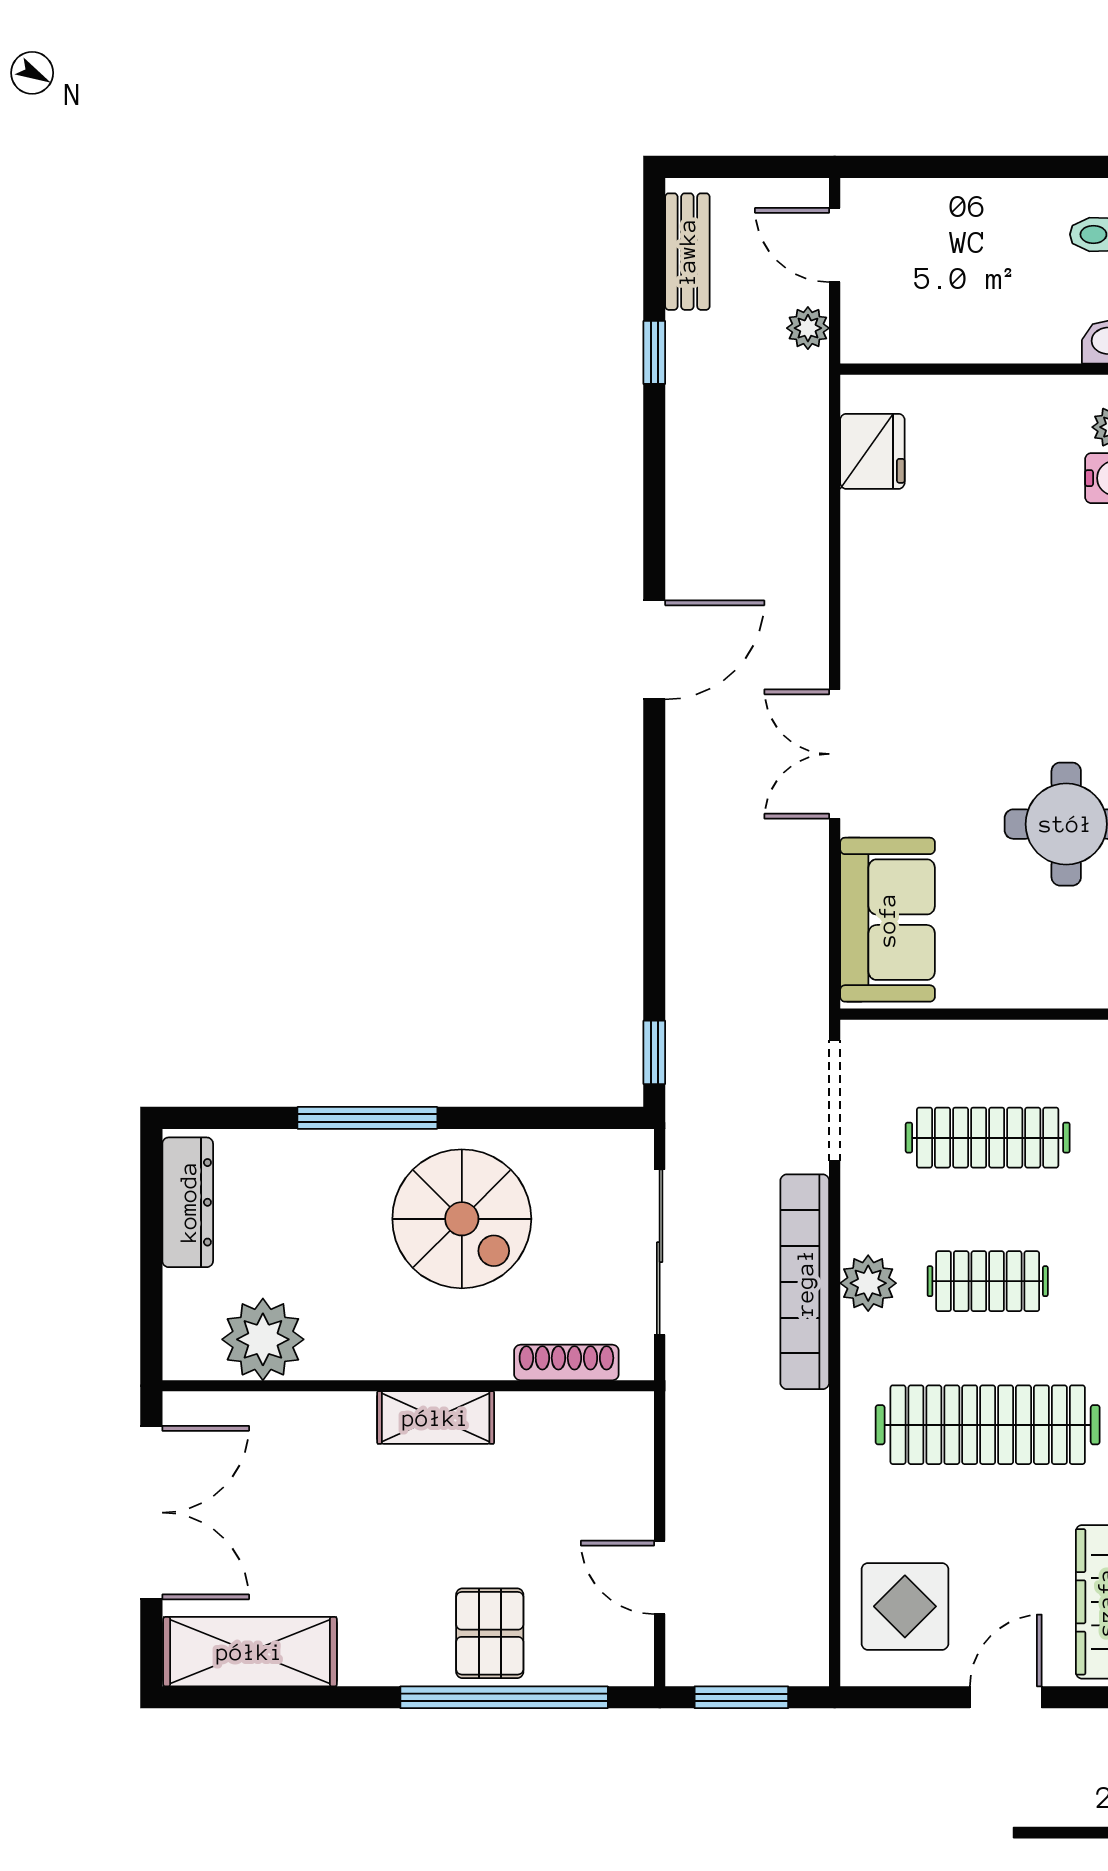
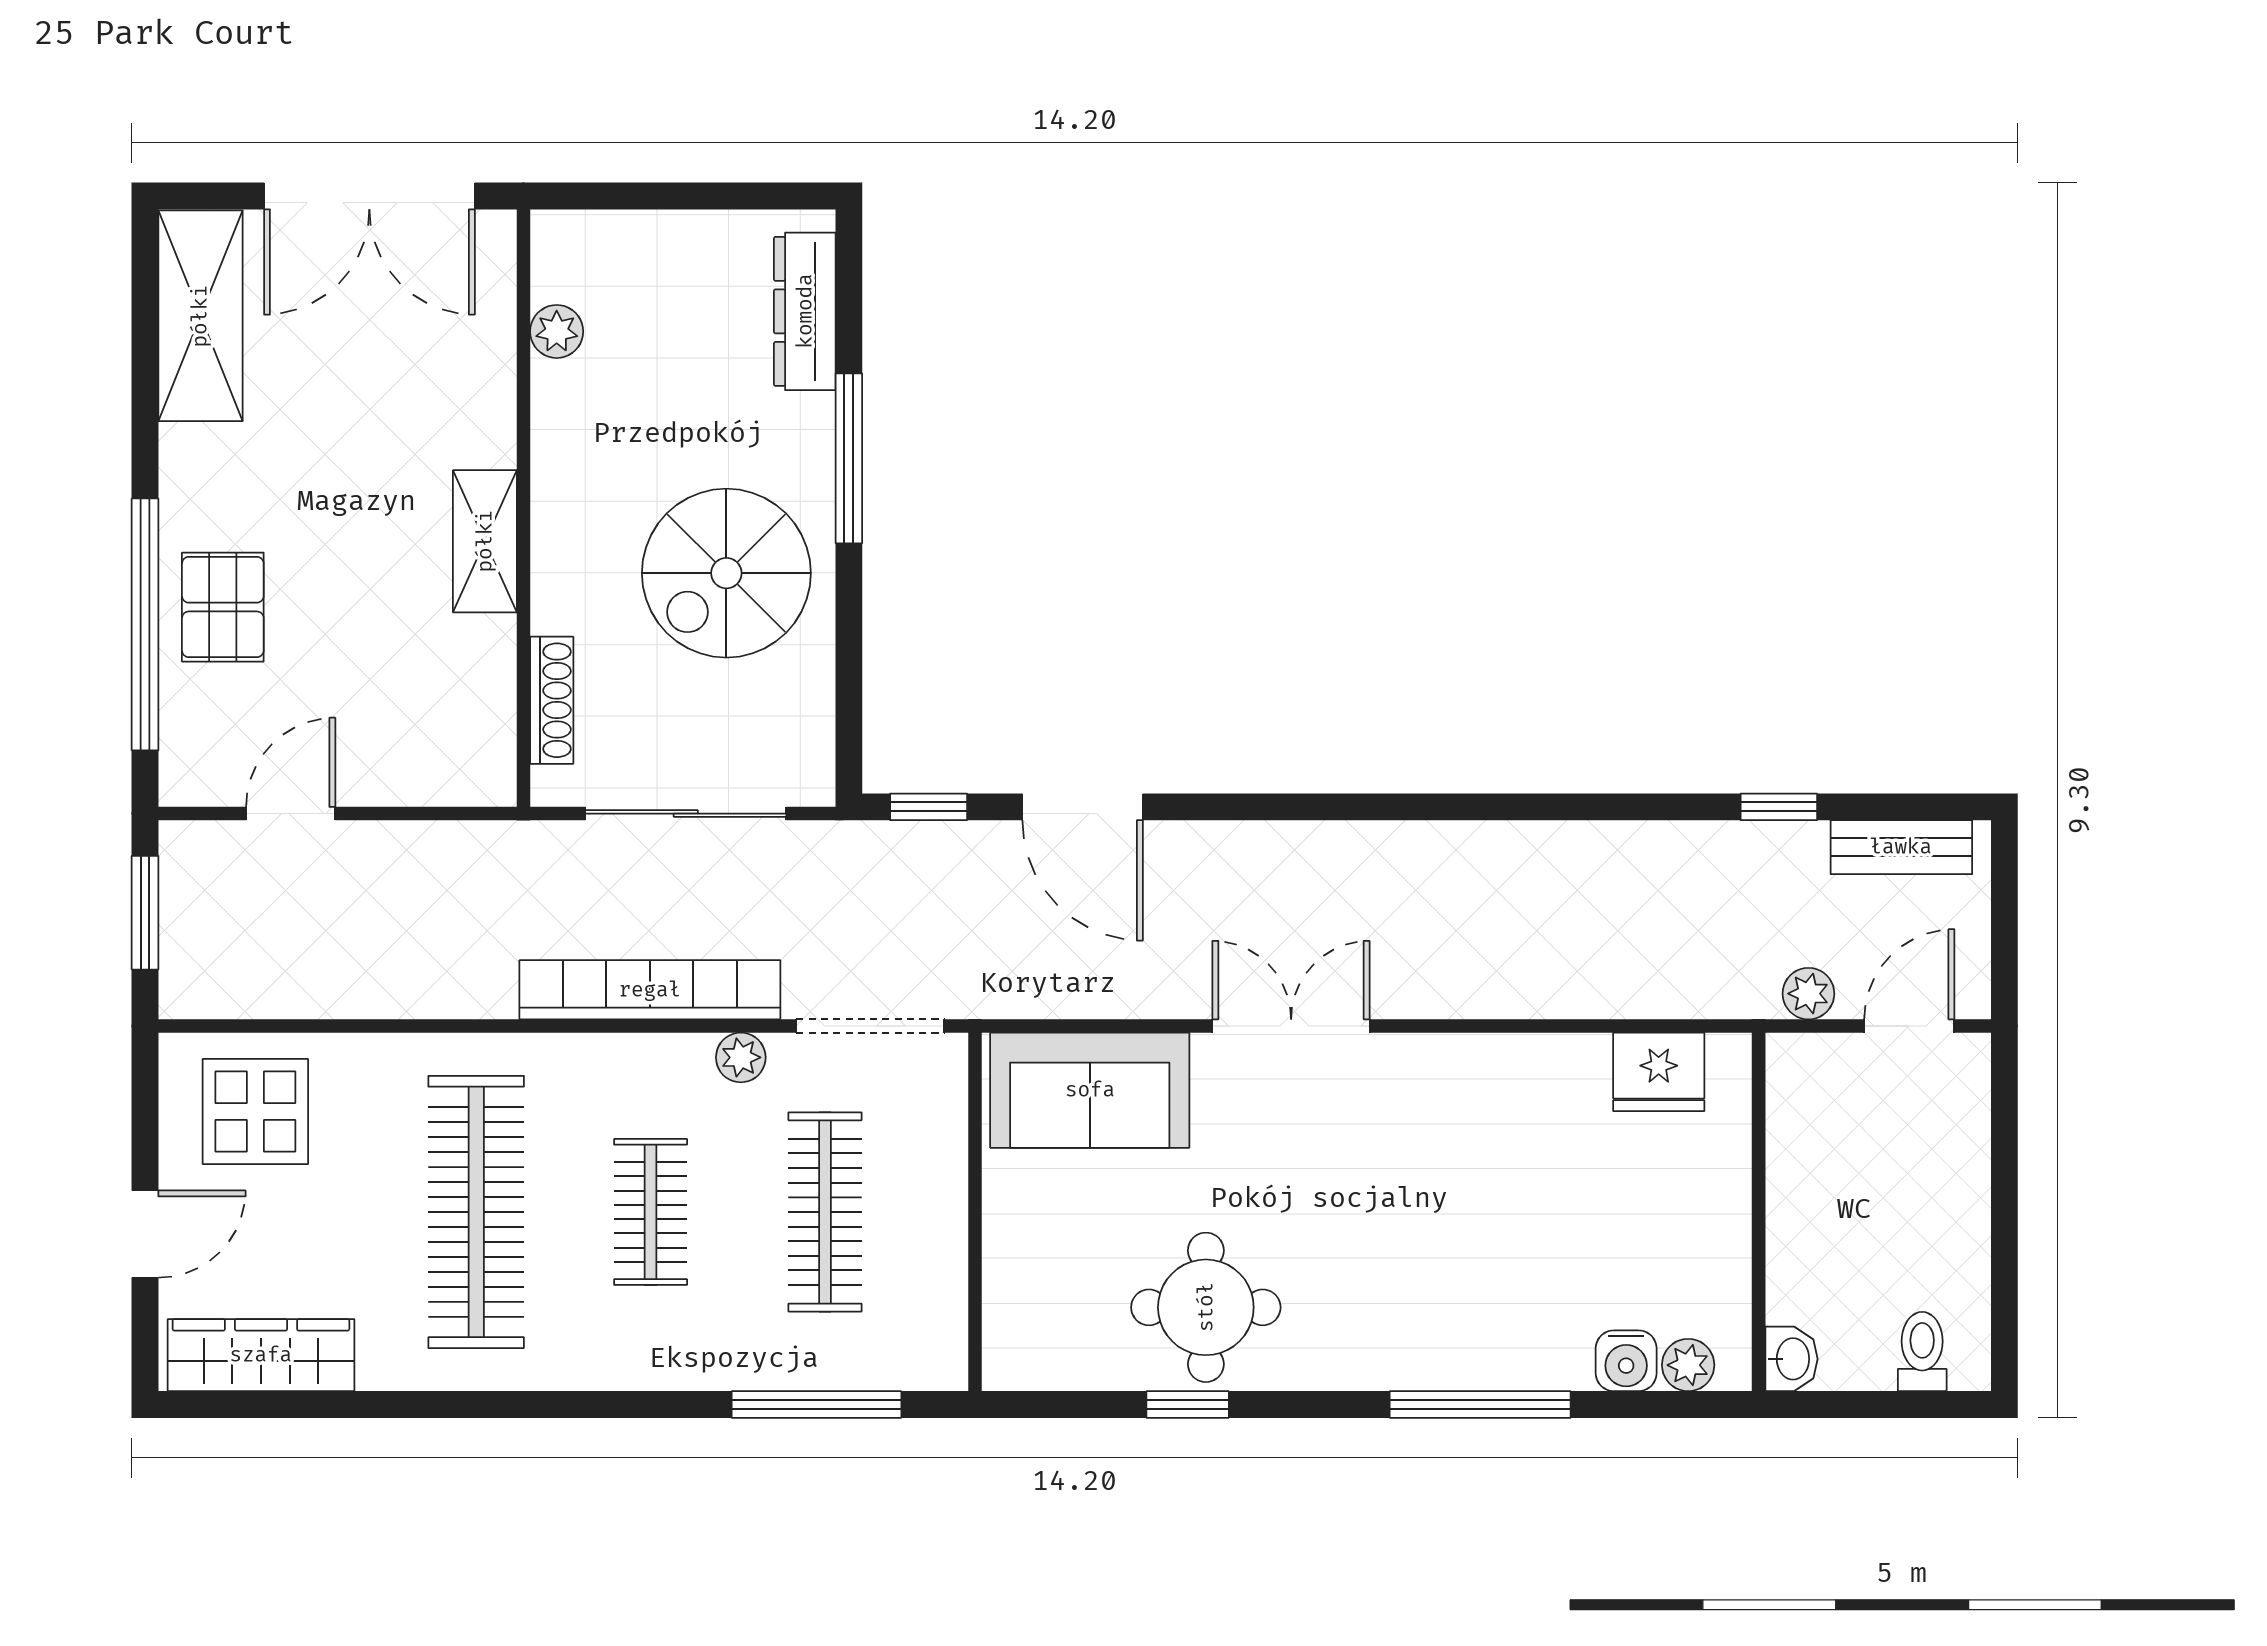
door: (654, 650) -> (1083, 807), moved
dresser: (188, 1202) -> (805, 311), moved, turned 90
plant: (868, 1283) -> (741, 1057), moved, width x0.73, depth x0.73
plant: (263, 1339) -> (557, 331), width x0.53, depth x0.53
pallet: (490, 1633) -> (223, 607), turned 90
door: (1006, 1697) -> (145, 1234), hinge flipped

